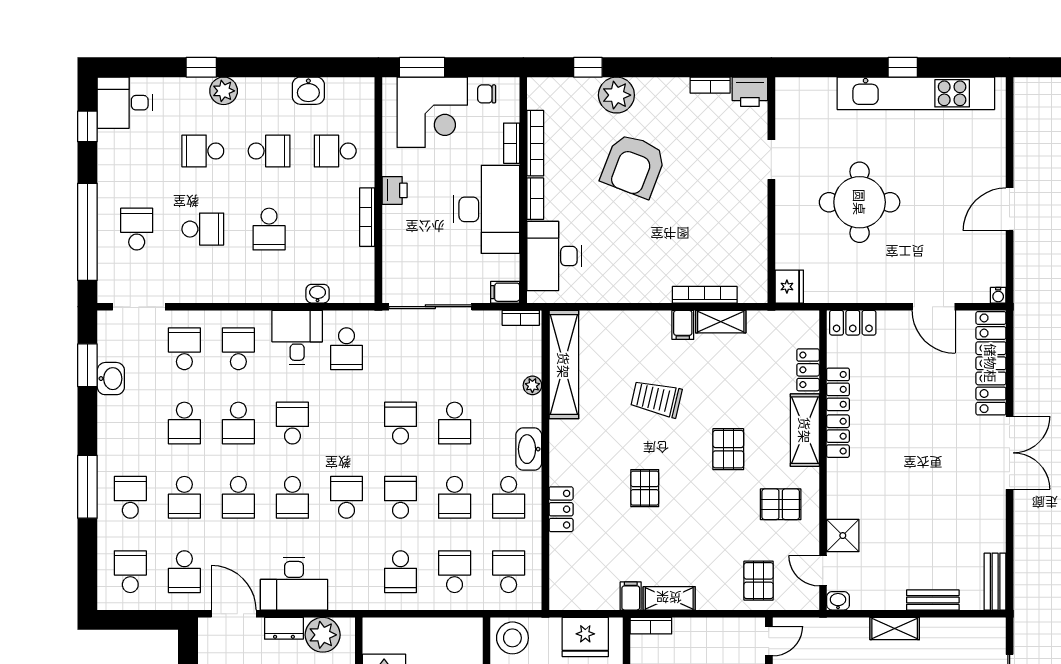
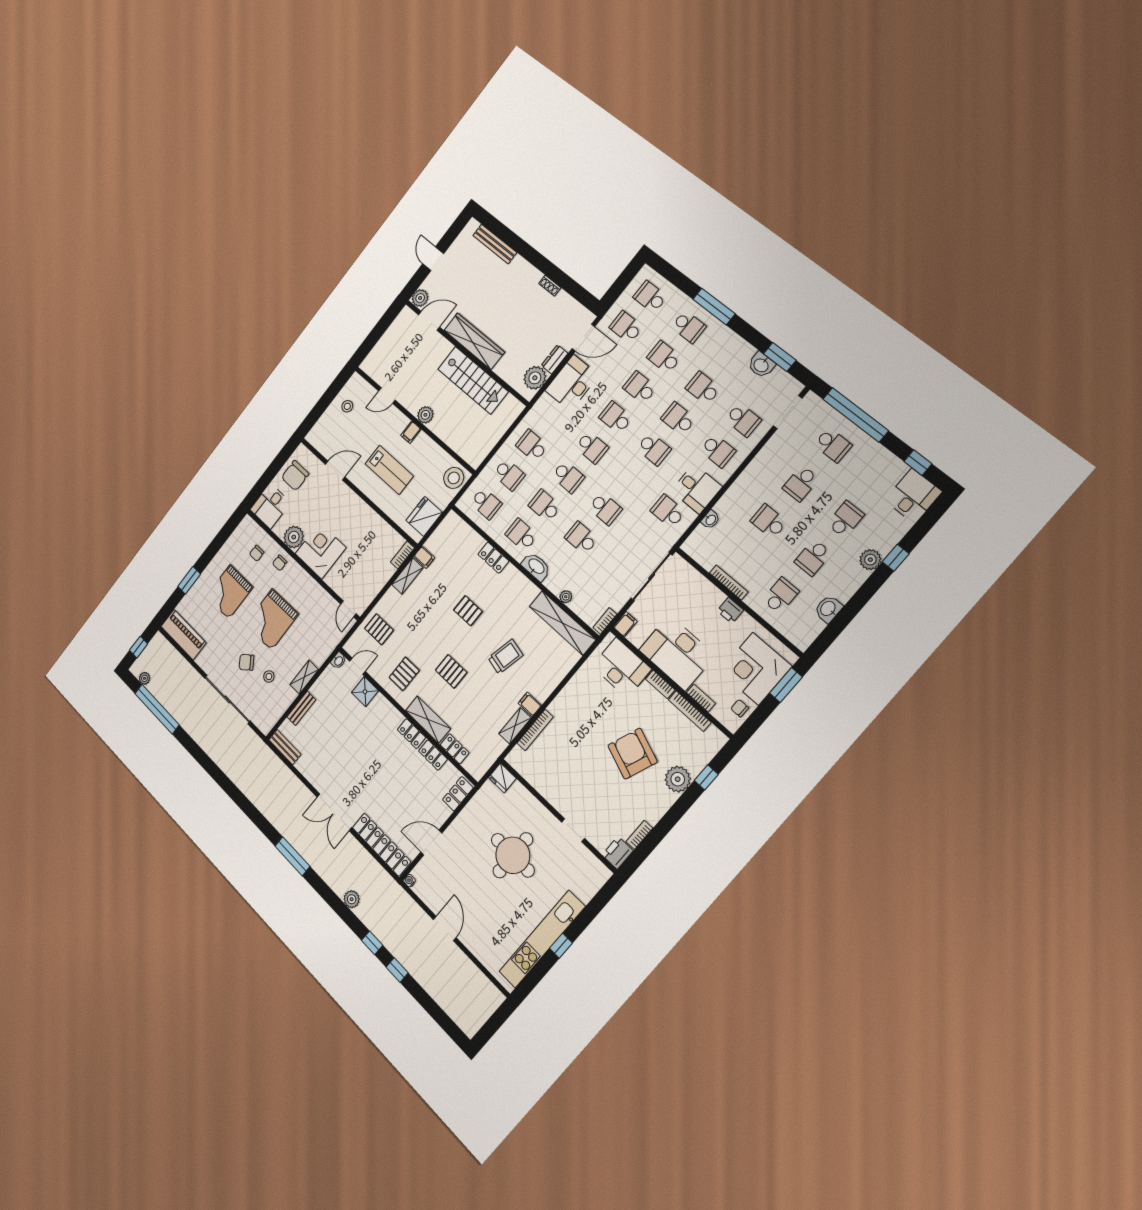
chair: (487, 94) -> (740, 708), turned -90
school desk: (130, 572) -> (650, 297), turned 180

